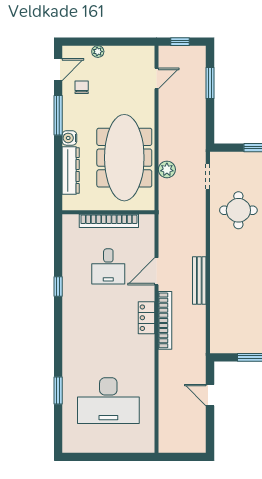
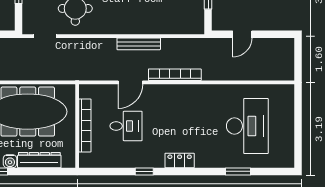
plant: (167, 169) -> (38, 73), removed
door: (157, 271) -> (130, 82), hinge flipped
locker: (146, 318) -> (180, 160), moved, turned 180

